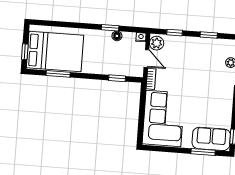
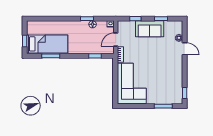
plant: (157, 43) -> (123, 28), removed
bed: (55, 52) -> (47, 44), width x0.67
door: (146, 58) -> (116, 39), swing flipped
sofa: (211, 139) -> (150, 29), moved, turned 180

